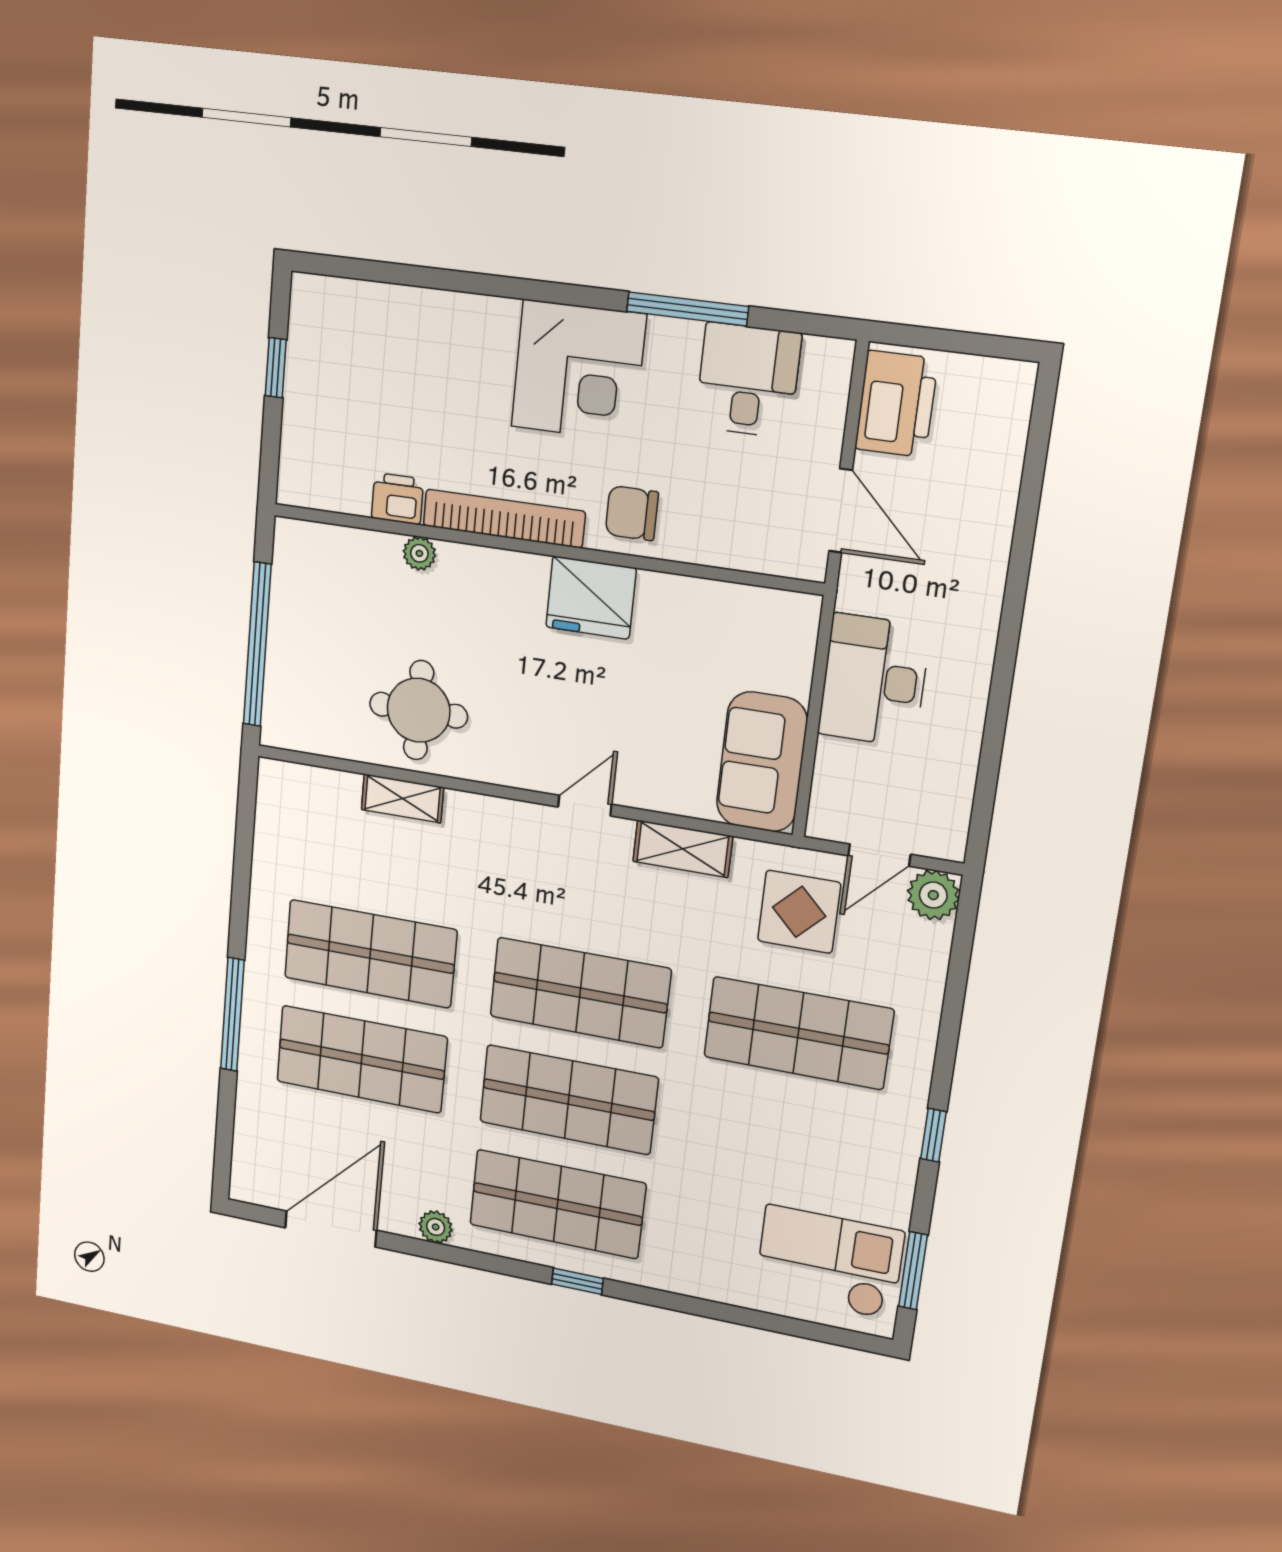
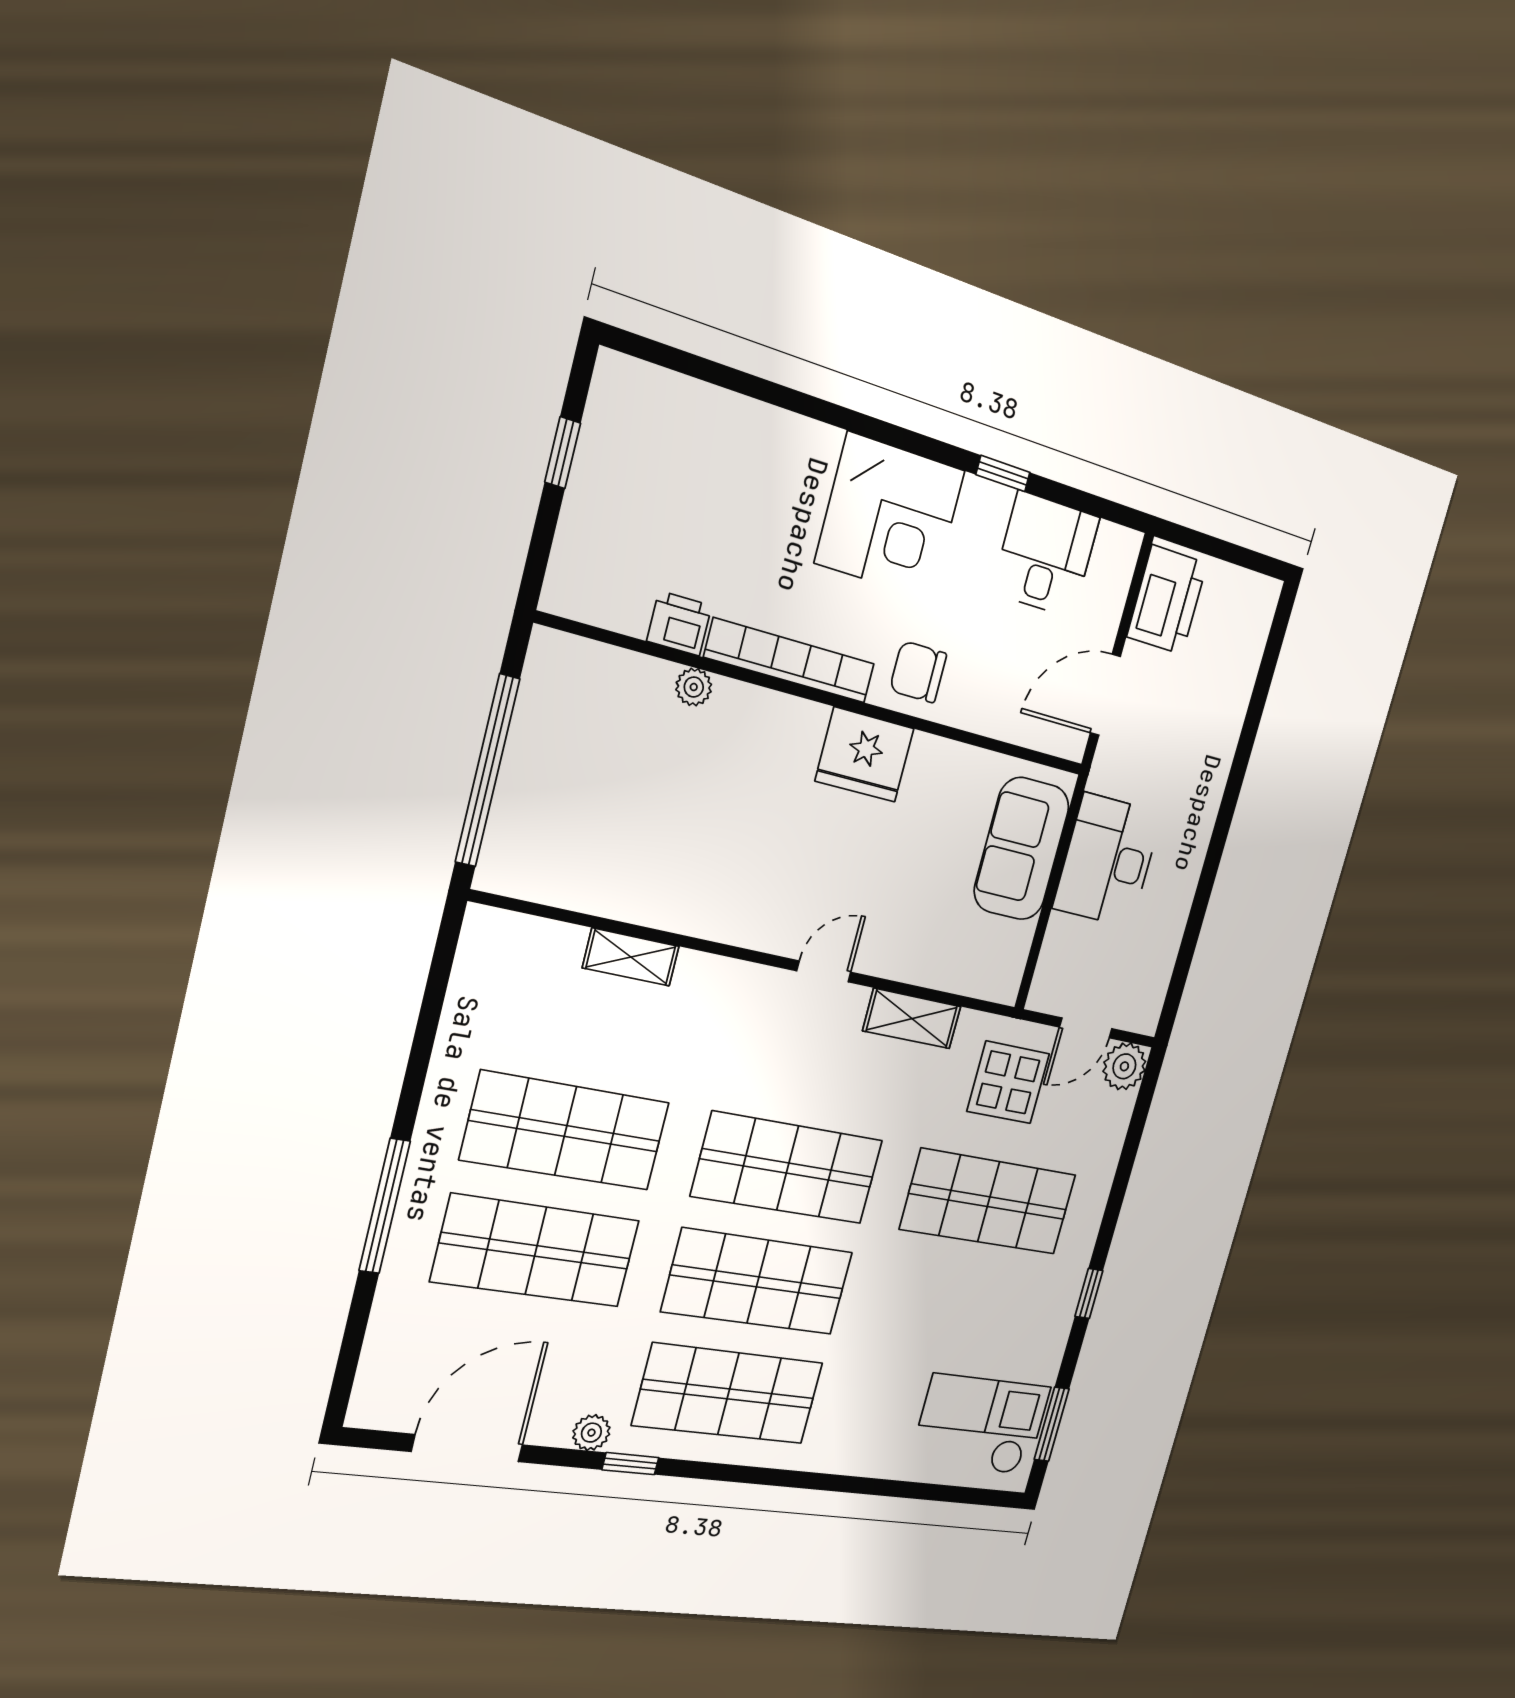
window: (687, 309) -> (1003, 473), width x0.46
door: (841, 511) -> (1105, 695), swing flipped
round table: (419, 710) -> (665, 860), removed
sofa: (762, 762) -> (1022, 849), moved
window: (577, 1281) -> (630, 1464), moved

